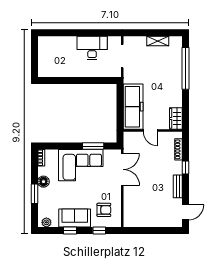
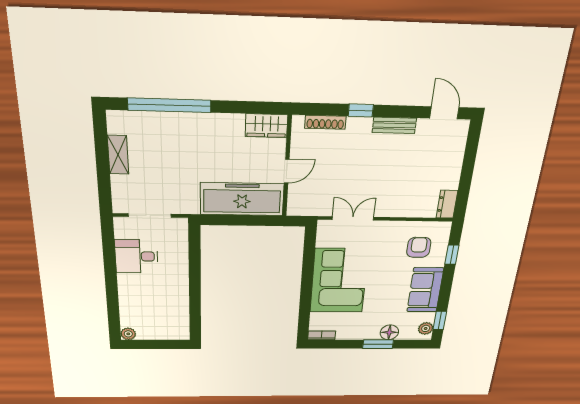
plant: (42, 41) -> (128, 334), added
desk: (92, 48) -> (136, 256), width x0.73
window: (93, 146) -> (308, 263), removed
double door: (122, 169) -> (353, 218), width x0.73
floor lamp: (43, 182) -> (389, 332), moved
dresser: (132, 222) -> (447, 204), added
window: (70, 230) -> (440, 320), moved

